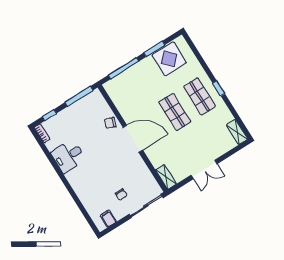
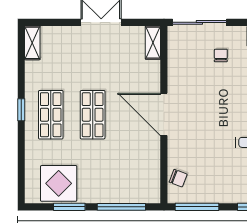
chair: (110, 123) -> (178, 178), moved

